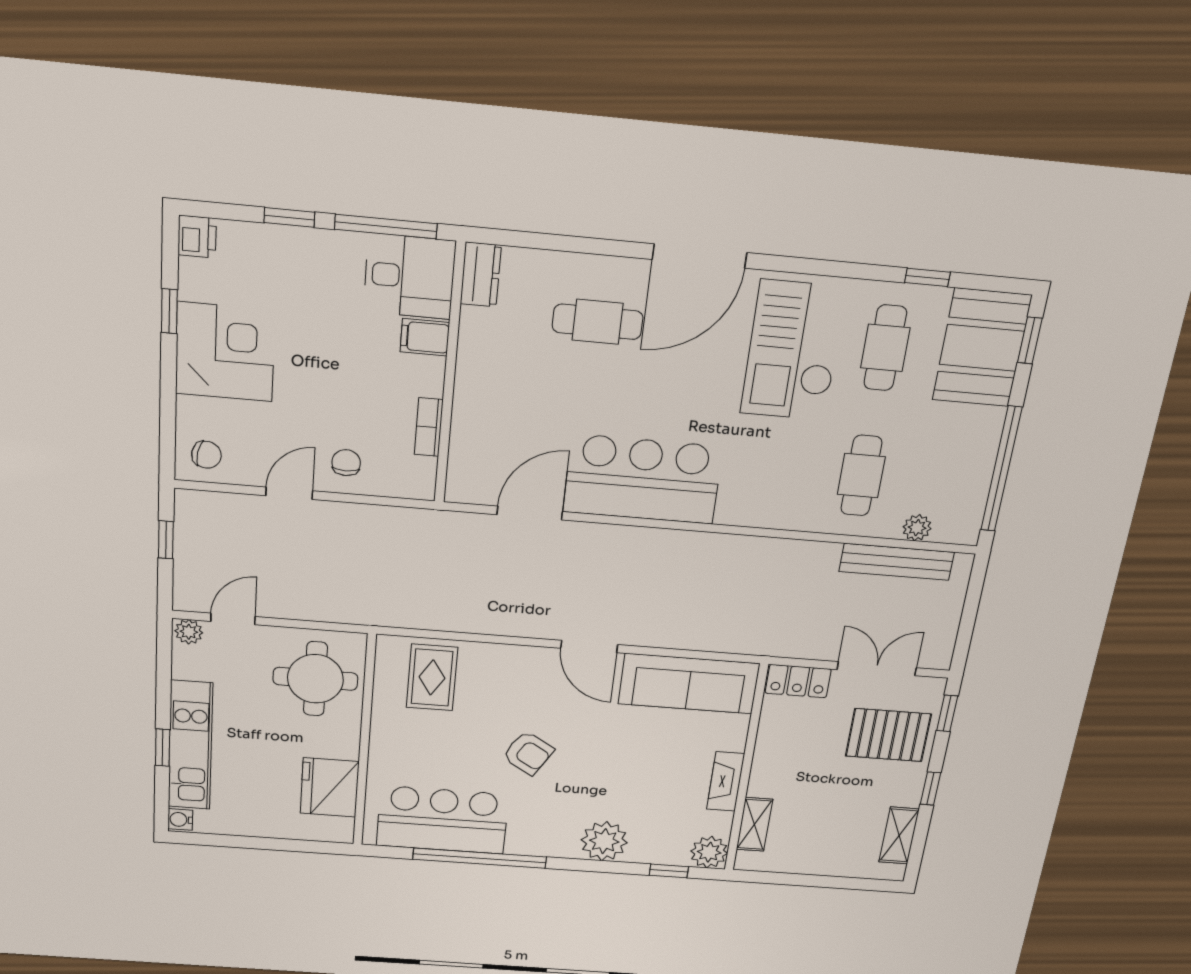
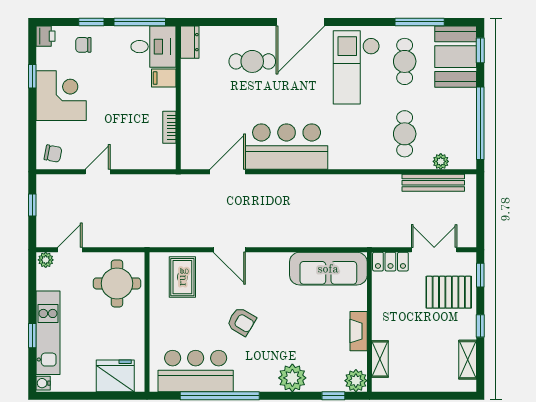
window: (927, 277) -> (420, 22), width x2.17
chair: (346, 463) -> (83, 45), moved, turned -90
door: (589, 646) -> (229, 250), moved
fridge: (330, 787) -> (115, 376), moved, turned 90

